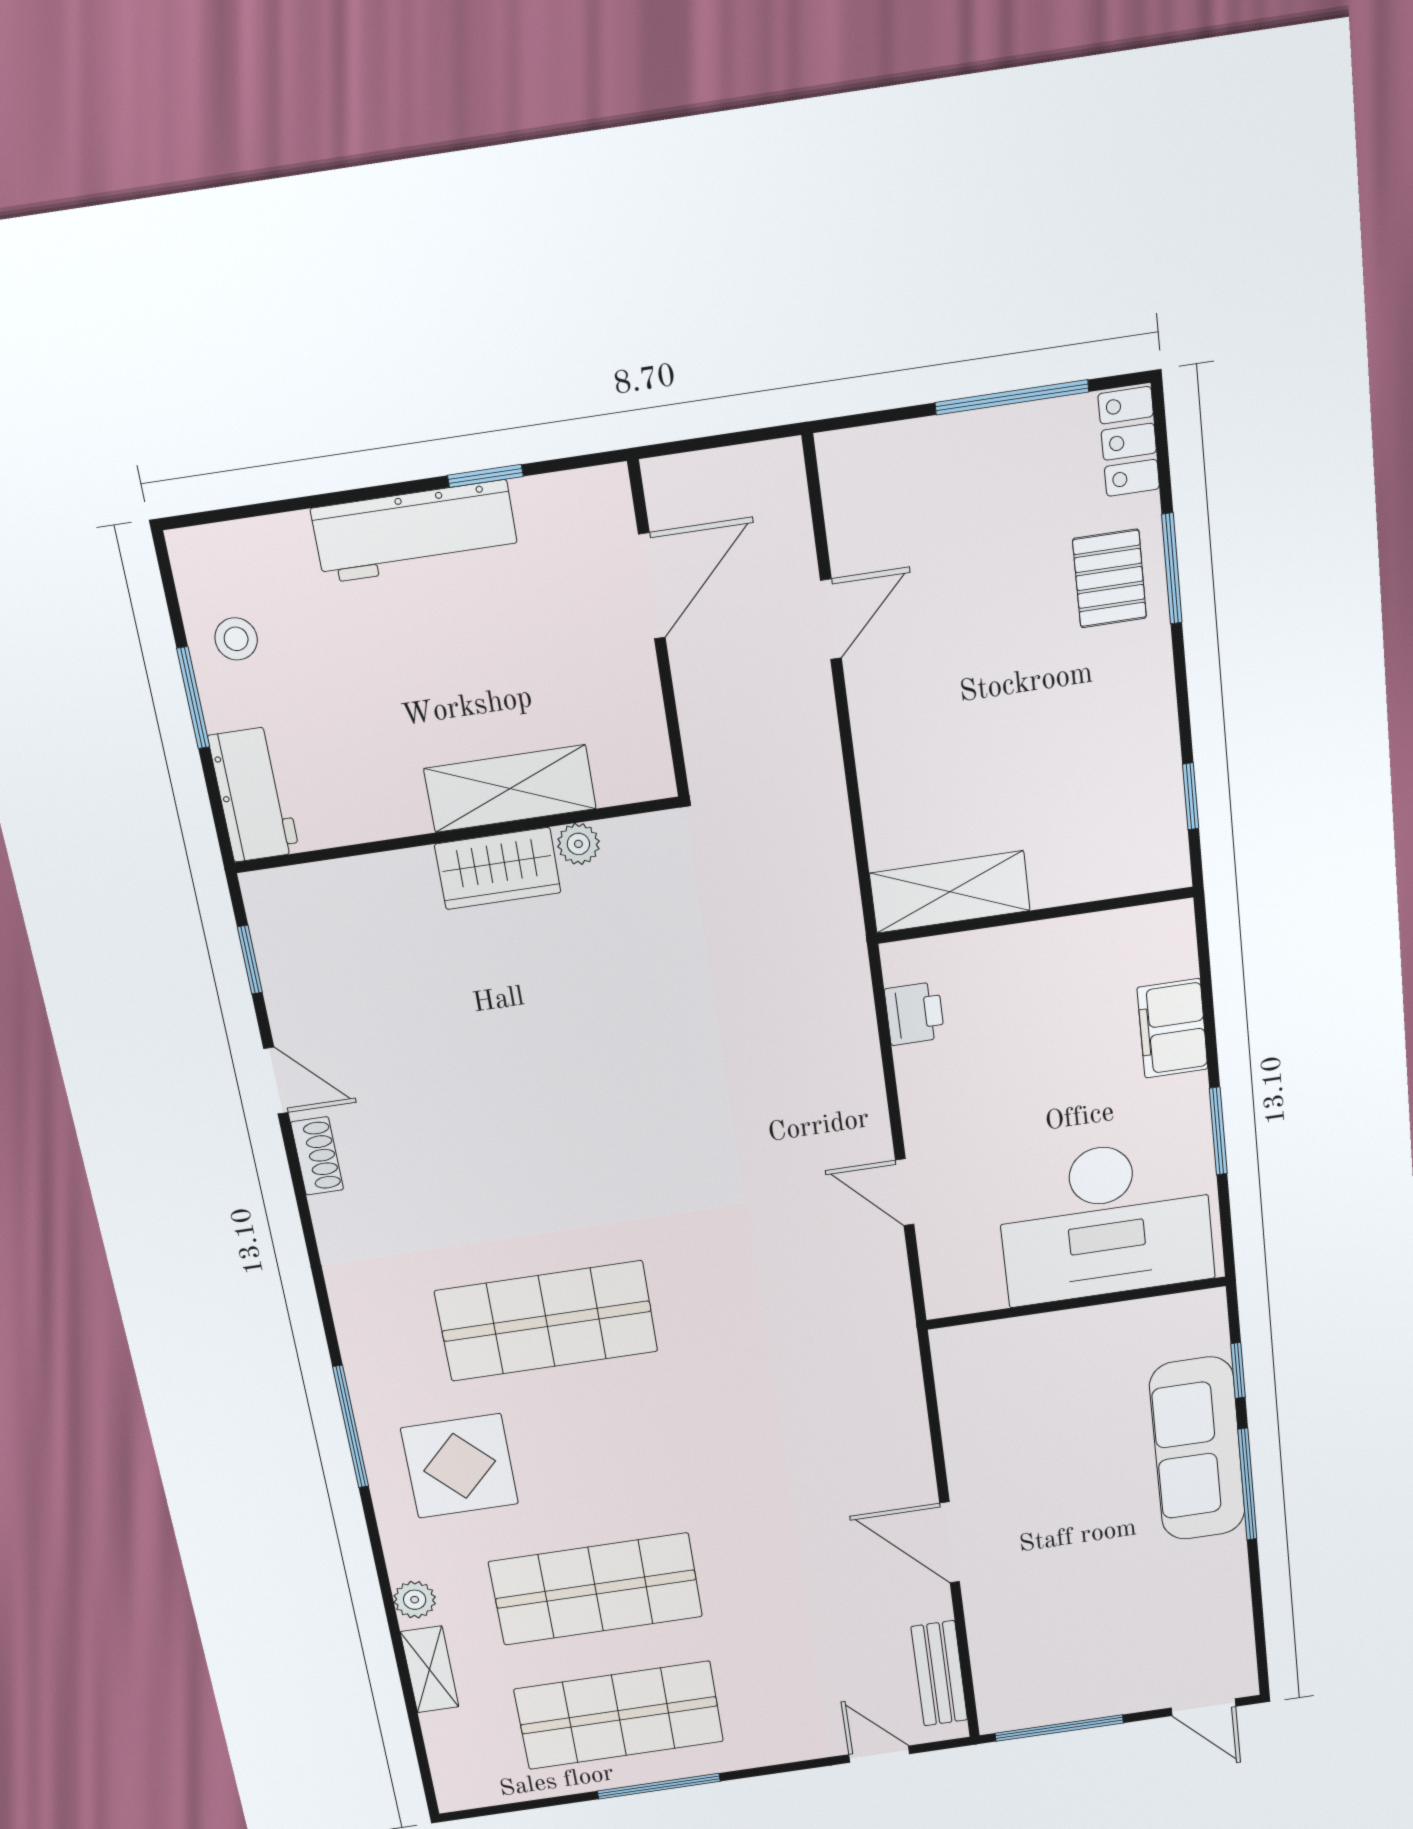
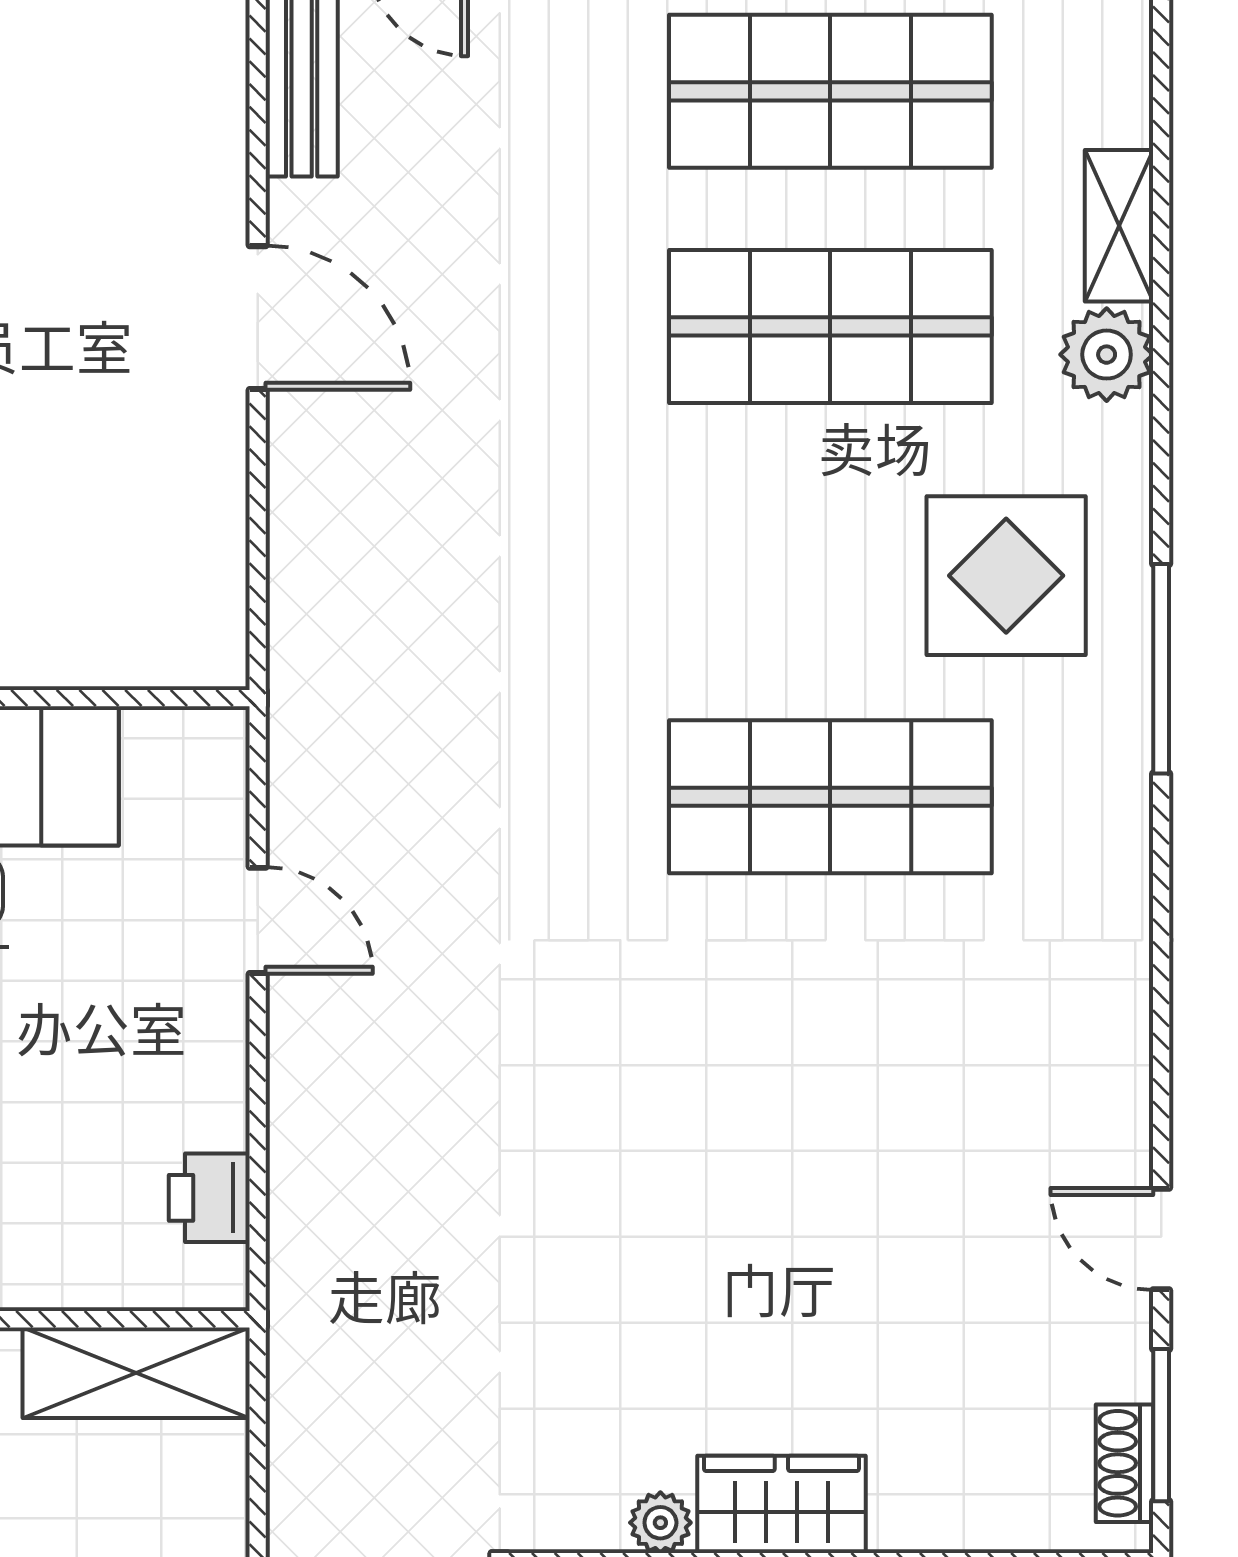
window: (250, 960) -> (1161, 1425), width x1.50
shoe rack: (317, 1156) -> (1124, 1463), moved
plant: (415, 1600) -> (1107, 355), width x1.38, depth x1.38

